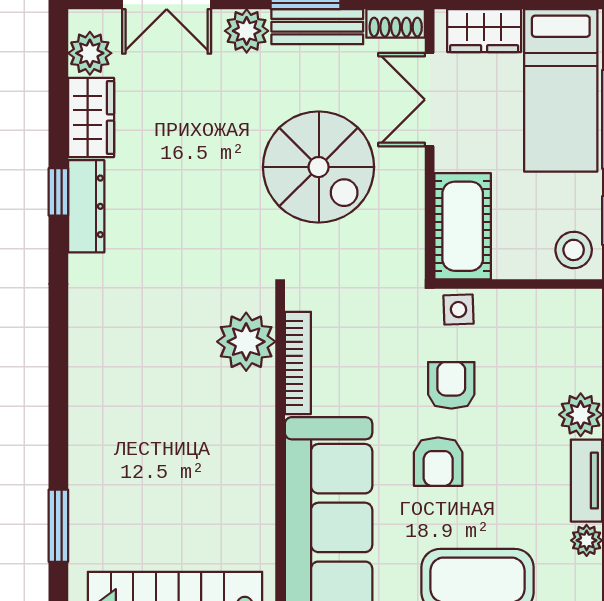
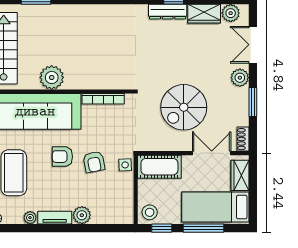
bench: (317, 27) -> (242, 107), removed
plant: (246, 342) -> (52, 77), moved
armchair: (451, 385) -> (94, 162), turned 79

